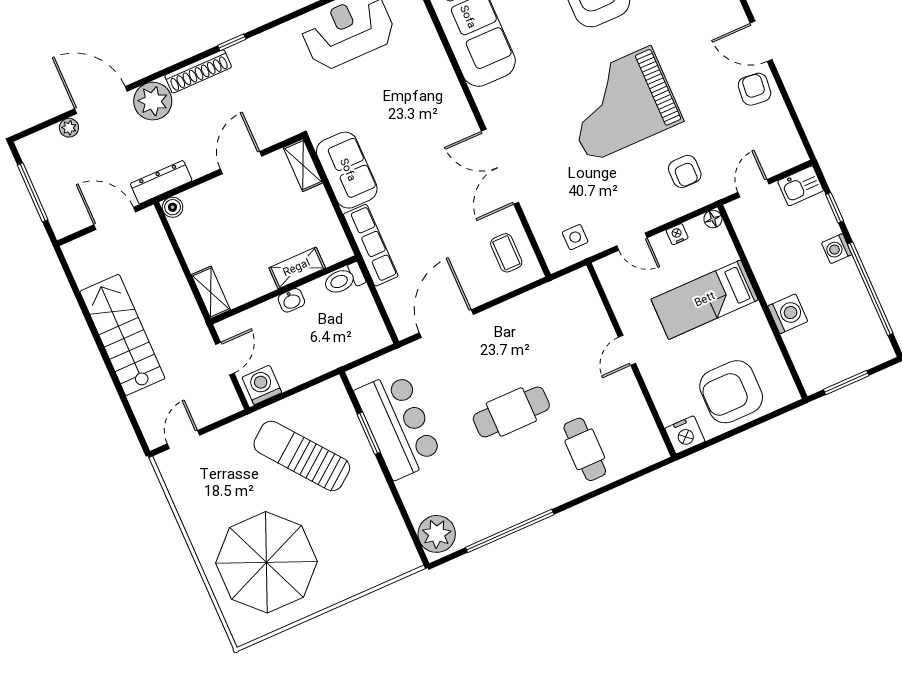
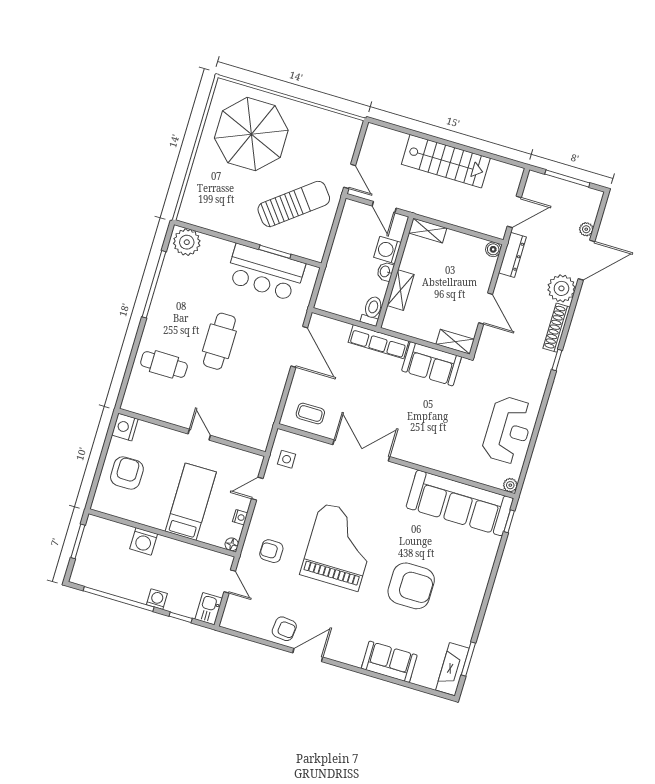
washing machine: (262, 385) -> (387, 250), moved, turned 180
armchair: (731, 392) -> (127, 473), width x0.73, depth x0.73
door: (184, 439) -> (350, 176), moved

